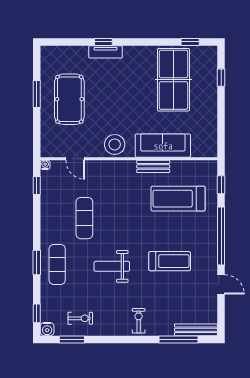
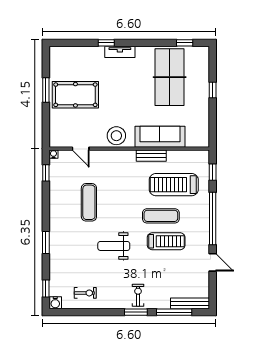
tv unit: (106, 52) -> (120, 52), moved
window: (221, 78) -> (213, 90), moved
pool table: (69, 99) -> (75, 95), turned 90
exercise mat: (57, 264) -> (161, 216), moved, turned 90
window: (72, 339) -> (136, 312), moved

